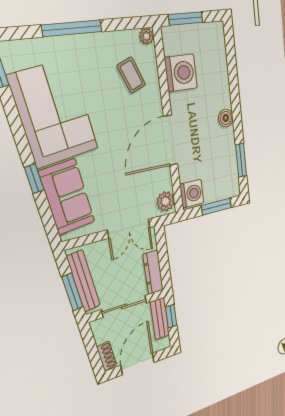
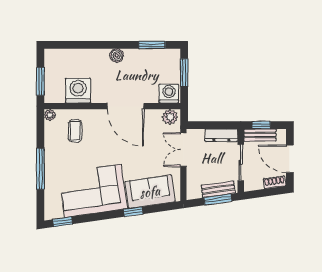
coffee table: (131, 75) -> (75, 131), turned -68
double door: (129, 229) -> (183, 150), swing flipped
bench: (84, 281) -> (218, 189), width x0.73

